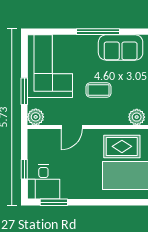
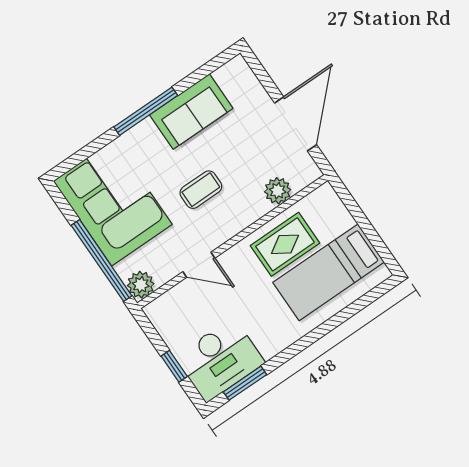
window: (24, 91) -> (102, 261), width x2.11
door: (72, 127) -> (199, 265), hinge flipped
desk: (43, 182) -> (220, 360), width x1.37

